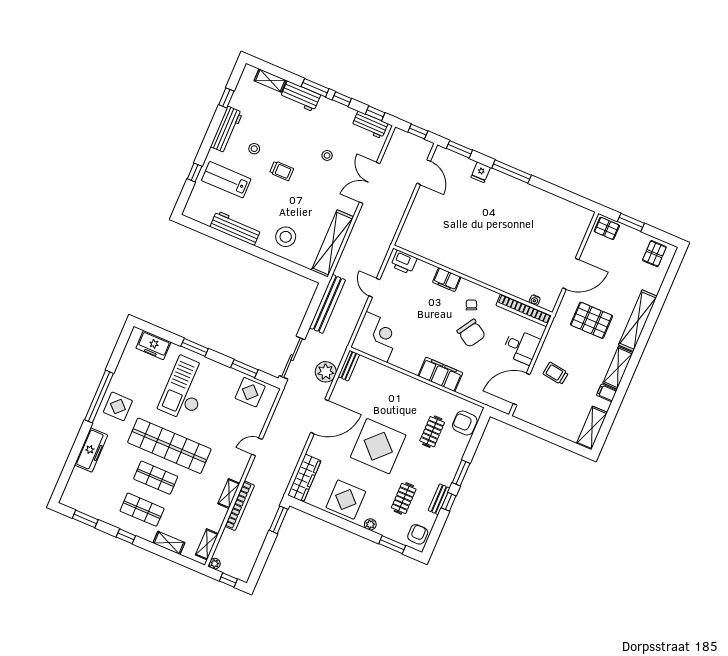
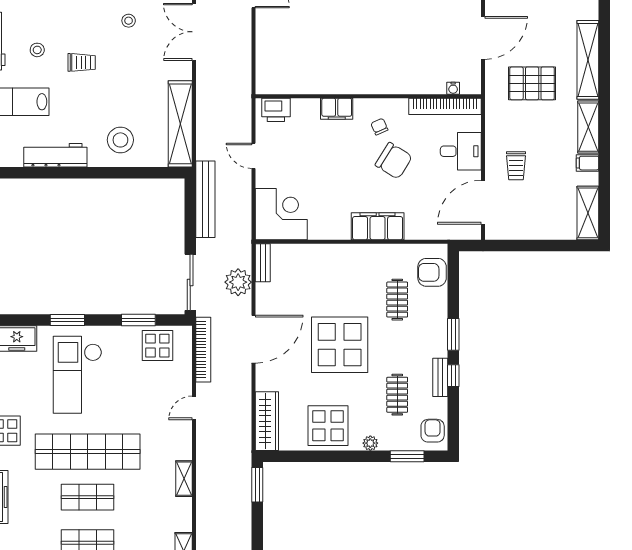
trolley: (556, 373) -> (516, 166), turned -98
bookcase: (240, 506) -> (203, 350), moved

